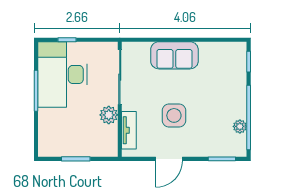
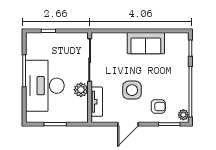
sofa: (174, 55) -> (146, 43), moved
desk: (63, 74) -> (45, 86), moved
plant: (240, 126) -> (183, 115), moved
armchair: (208, 136) -> (158, 106), added

